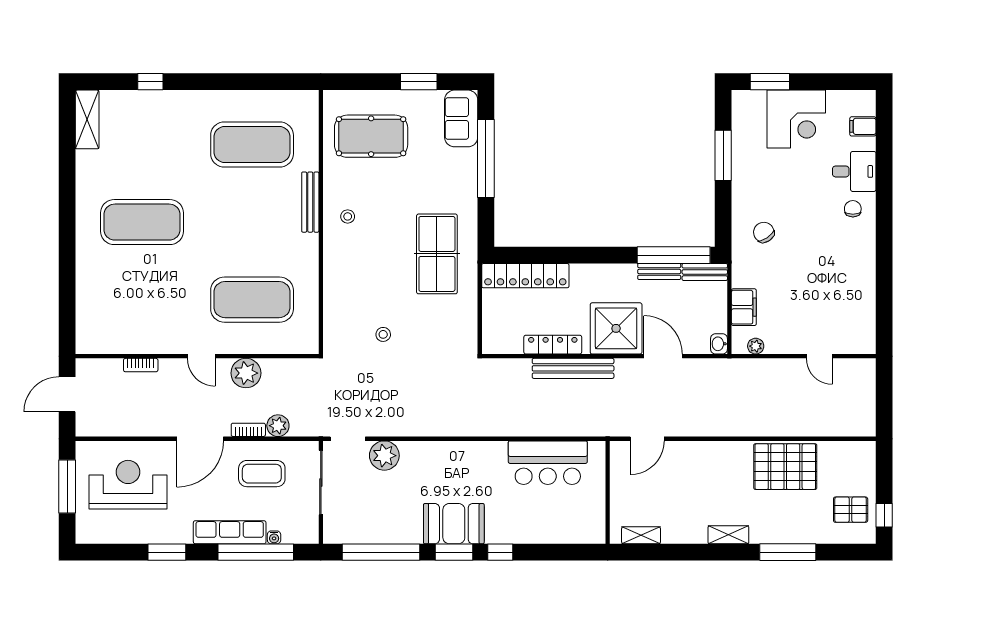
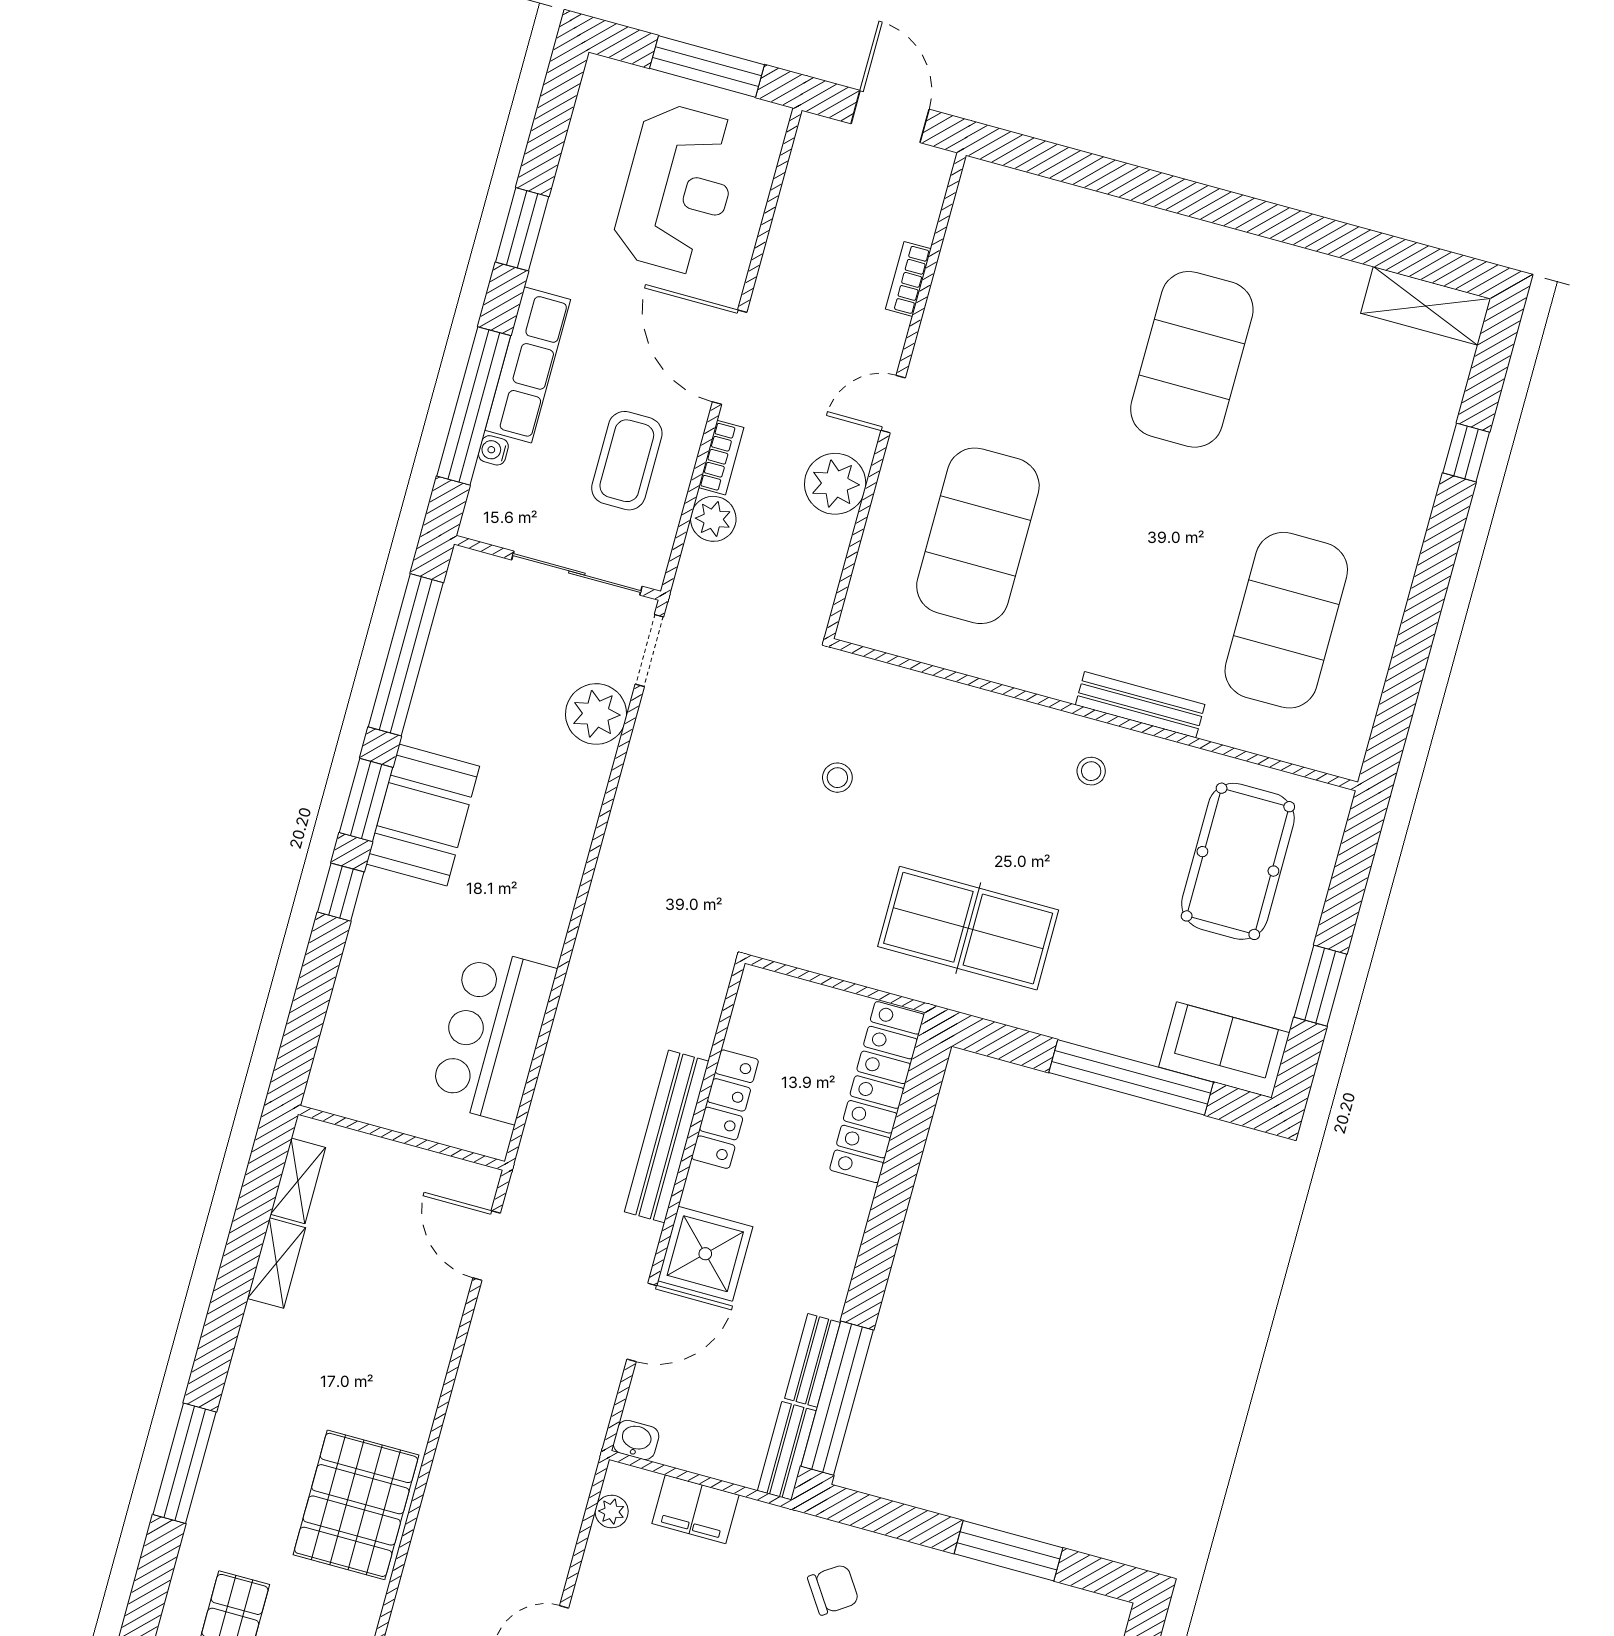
shower: (616, 328) -> (705, 1254), width x0.73, depth x0.73
shelving: (728, 535) -> (277, 1263), moved

